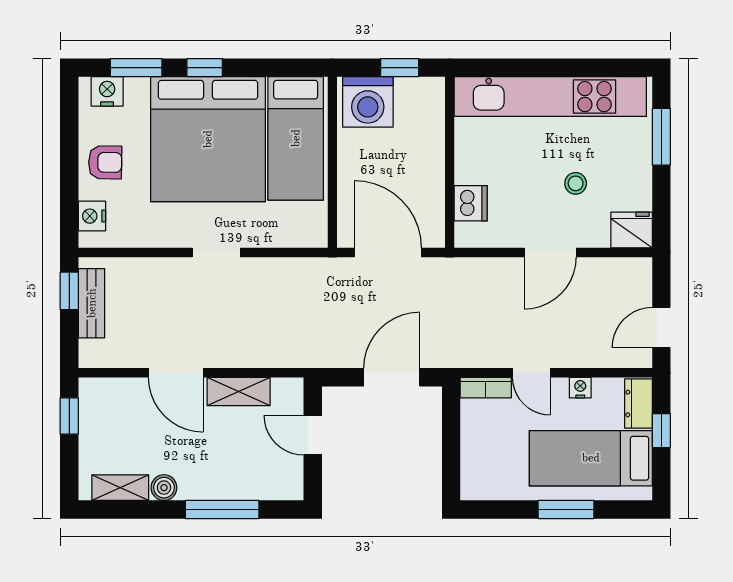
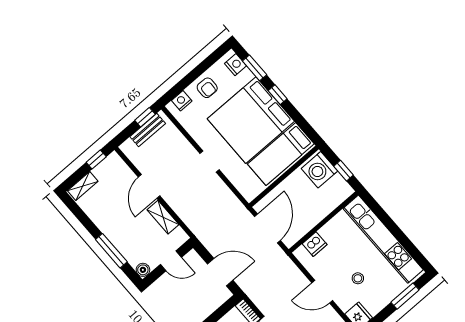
door: (313, 435) -> (171, 261), swing flipped
shelving: (120, 488) -> (83, 186), moved, turned 90
boiler: (164, 488) -> (143, 270), moved

